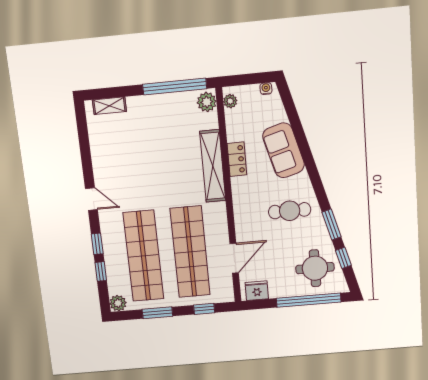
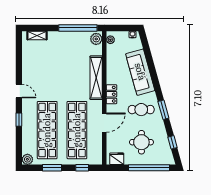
sofa: (284, 150) -> (140, 72), width x1.36
locker: (237, 159) -> (111, 94), moved
window: (332, 224) -> (163, 110), moved
door: (234, 258) -> (104, 123), moved
round table: (315, 268) -> (141, 142), moved
window: (101, 271) -> (19, 138), removed

